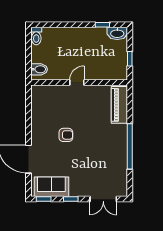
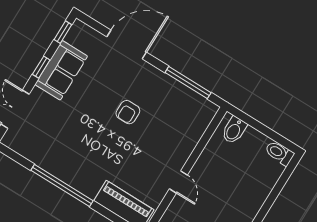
door: (77, 82) -> (178, 182), moved
window: (29, 112) -> (188, 83), added
sofa: (51, 187) -> (61, 70), moved

